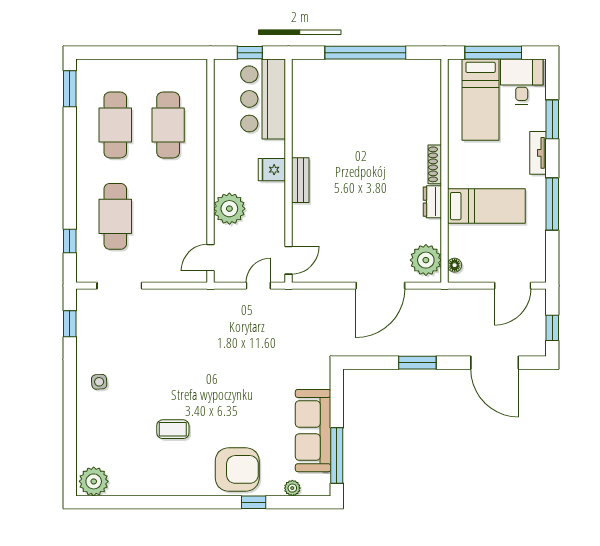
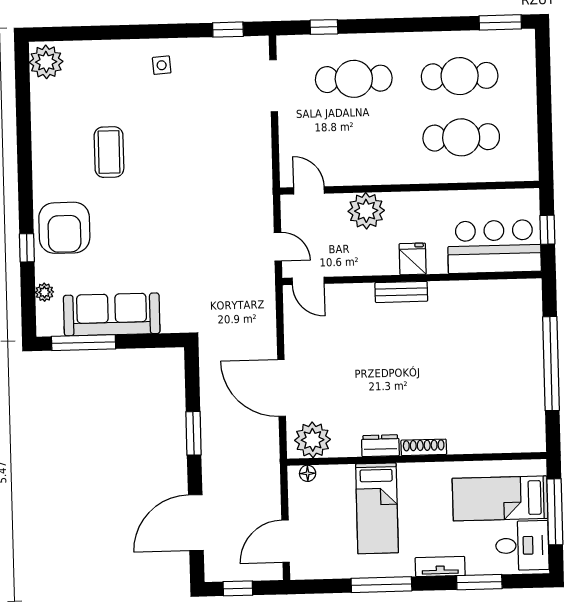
door: (513, 286) -> (286, 541), hinge flipped
coffee table: (173, 429) -> (109, 152), width x1.36, depth x1.30

